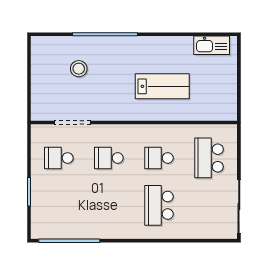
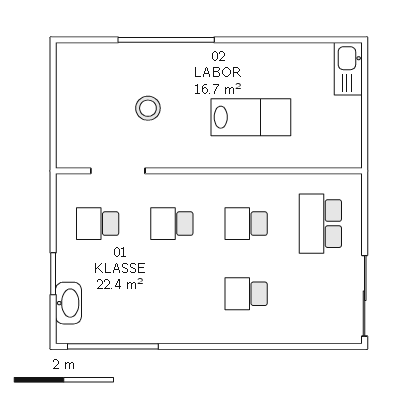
kitchen sink: (212, 45) -> (348, 69), moved, turned 90
stool: (79, 69) -> (148, 108), moved
school desk: (159, 205) -> (246, 294), width x0.54
washbasin: (39, 212) -> (68, 303), added

